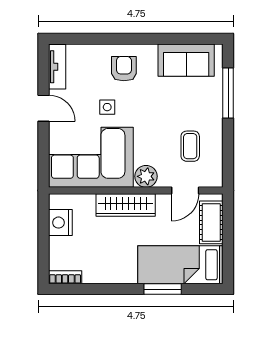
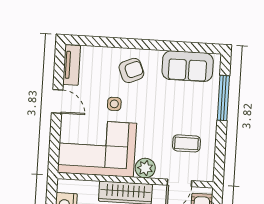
armchair: (124, 69) -> (131, 70), turned 67
coffee table: (190, 146) -> (186, 143), turned 90

